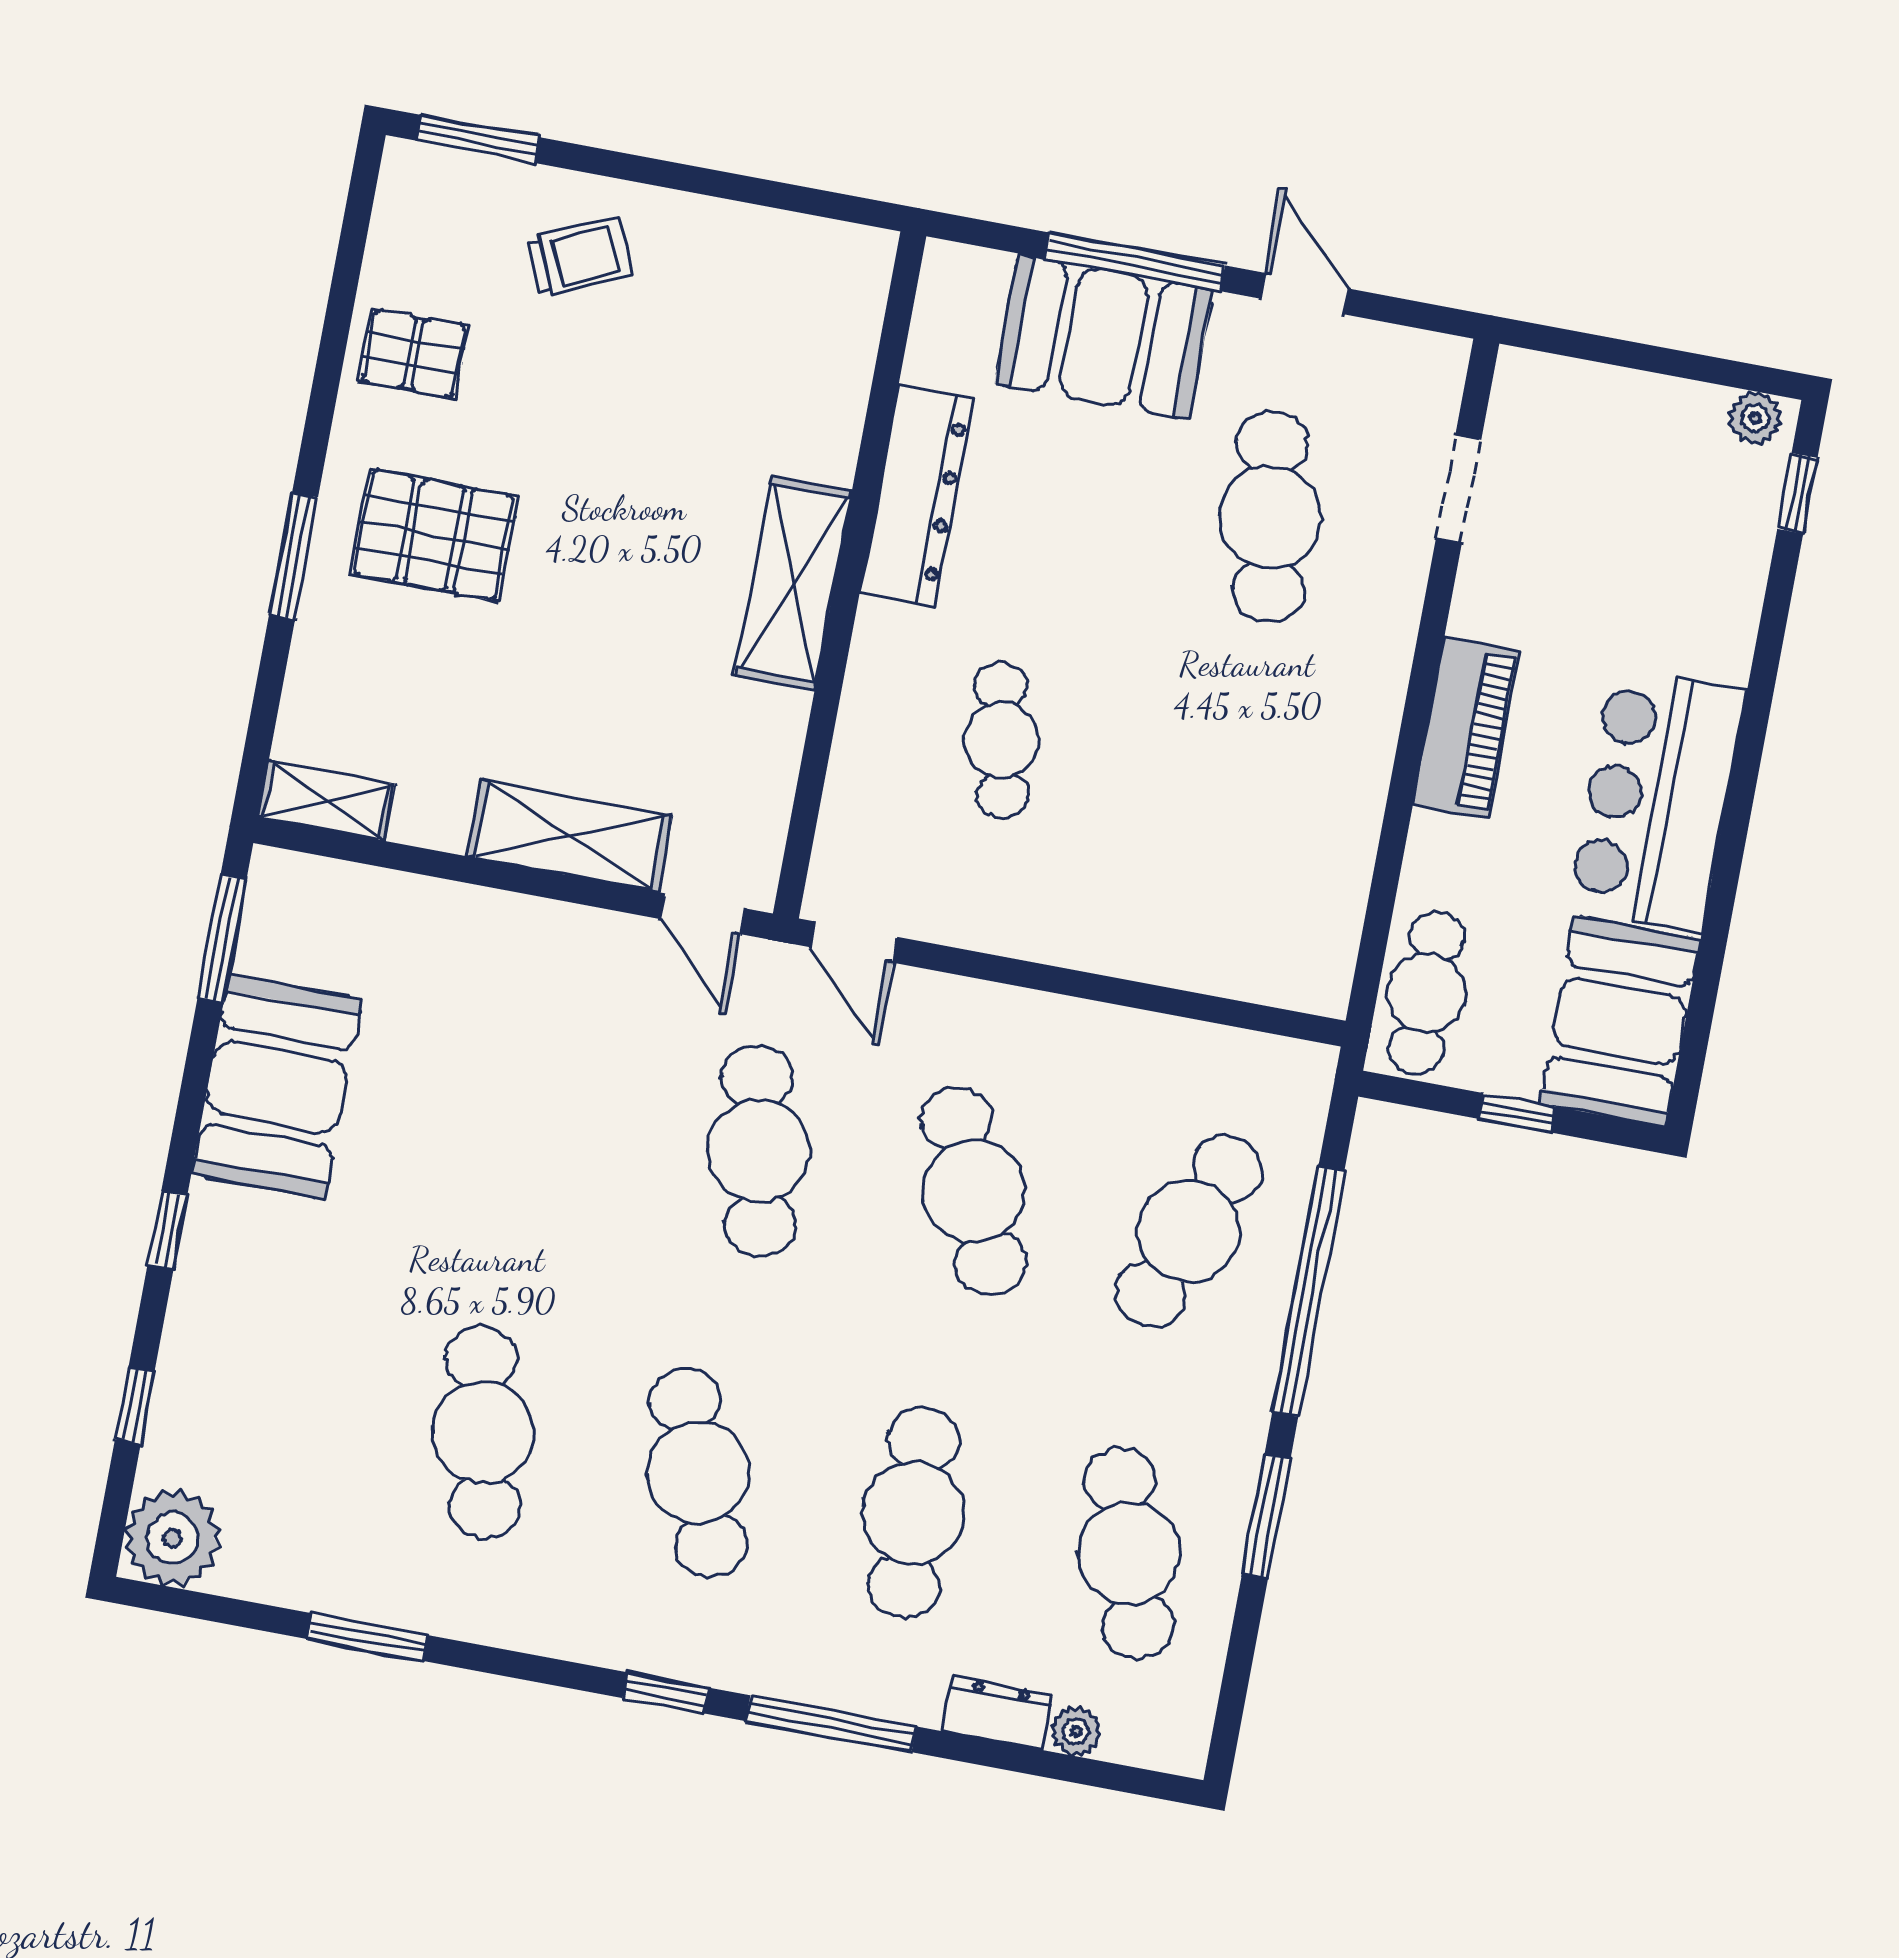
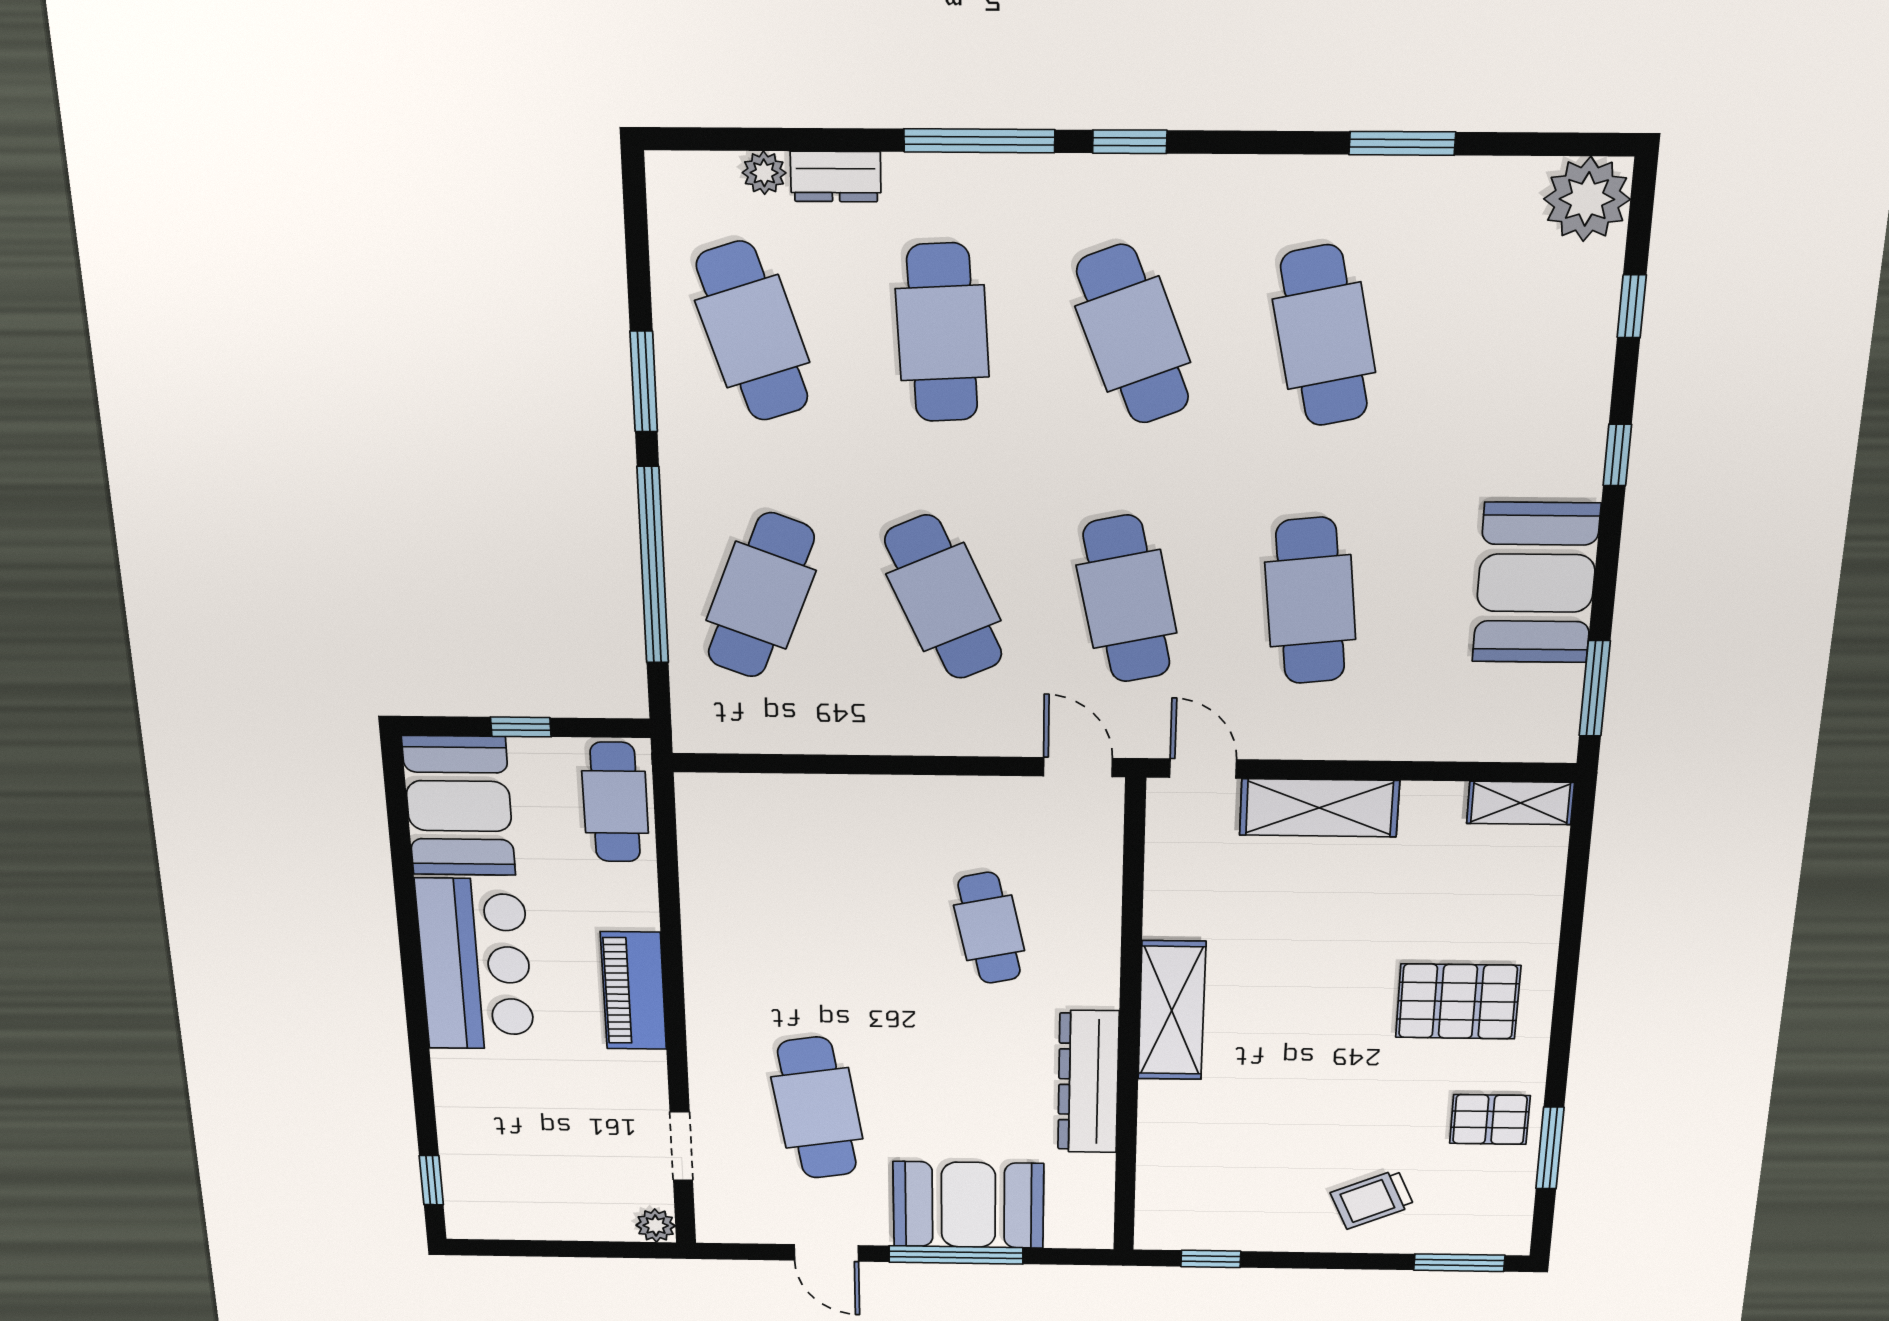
window: (802, 200) -> (1211, 1259), added
plant: (1755, 418) -> (656, 1225), moved
window: (294, 556) -> (1550, 1148), moved
cafe table: (543, 1110) -> (1310, 601), added

